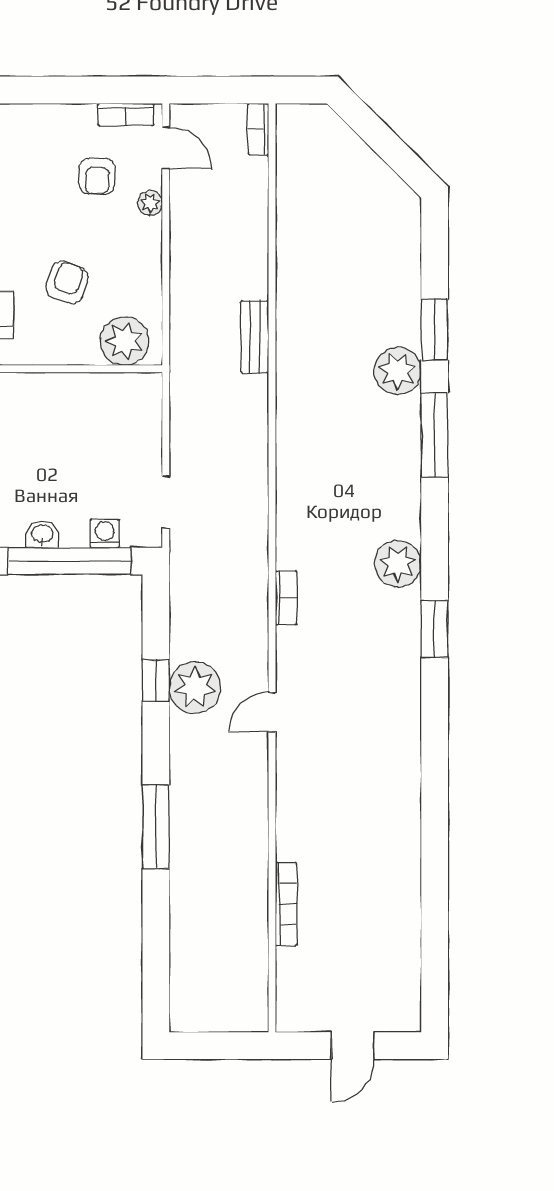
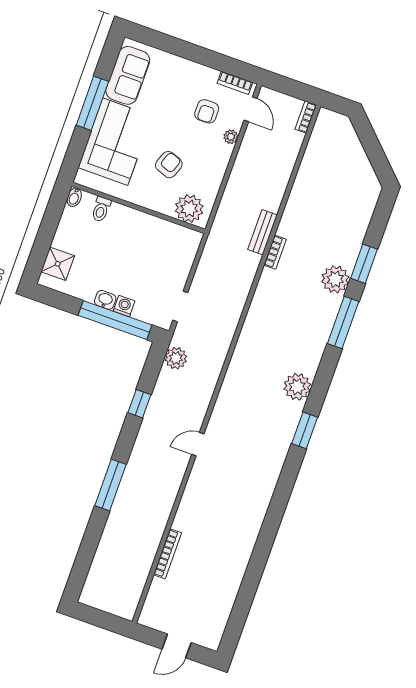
washing machine: (105, 533) -> (124, 306), moved
bookcase: (286, 598) -> (275, 252), moved
plant: (195, 688) -> (176, 358), moved, width x0.73, depth x0.73

